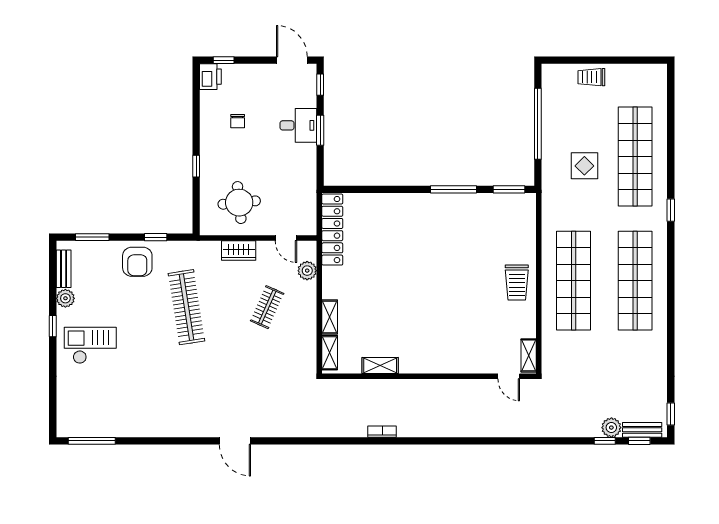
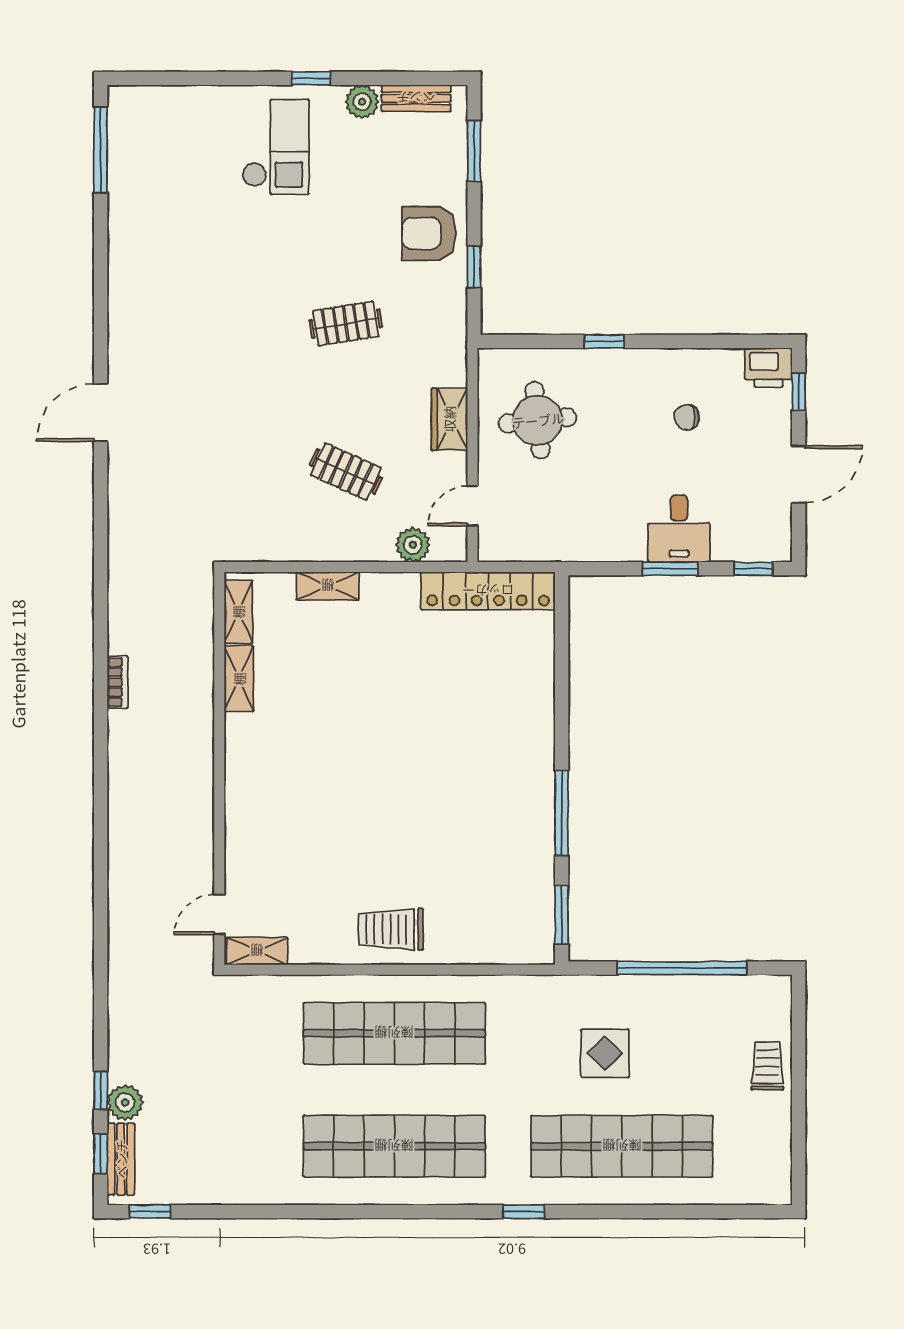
door: (292, 60) -> (799, 474), moved
clothes rail: (186, 307) -> (346, 324), width x0.54, depth x0.76
shelving: (330, 353) -> (238, 612), moved, turned 90

